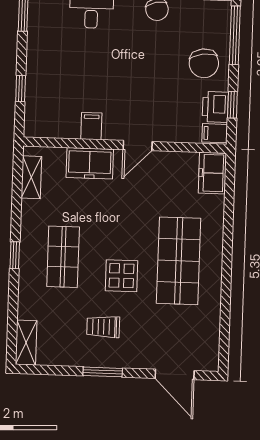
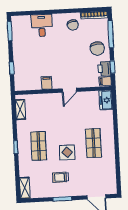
freezer: (90, 163) -> (47, 101), removed
shop shelf: (179, 261) -> (93, 143), width x0.70, depth x0.74

